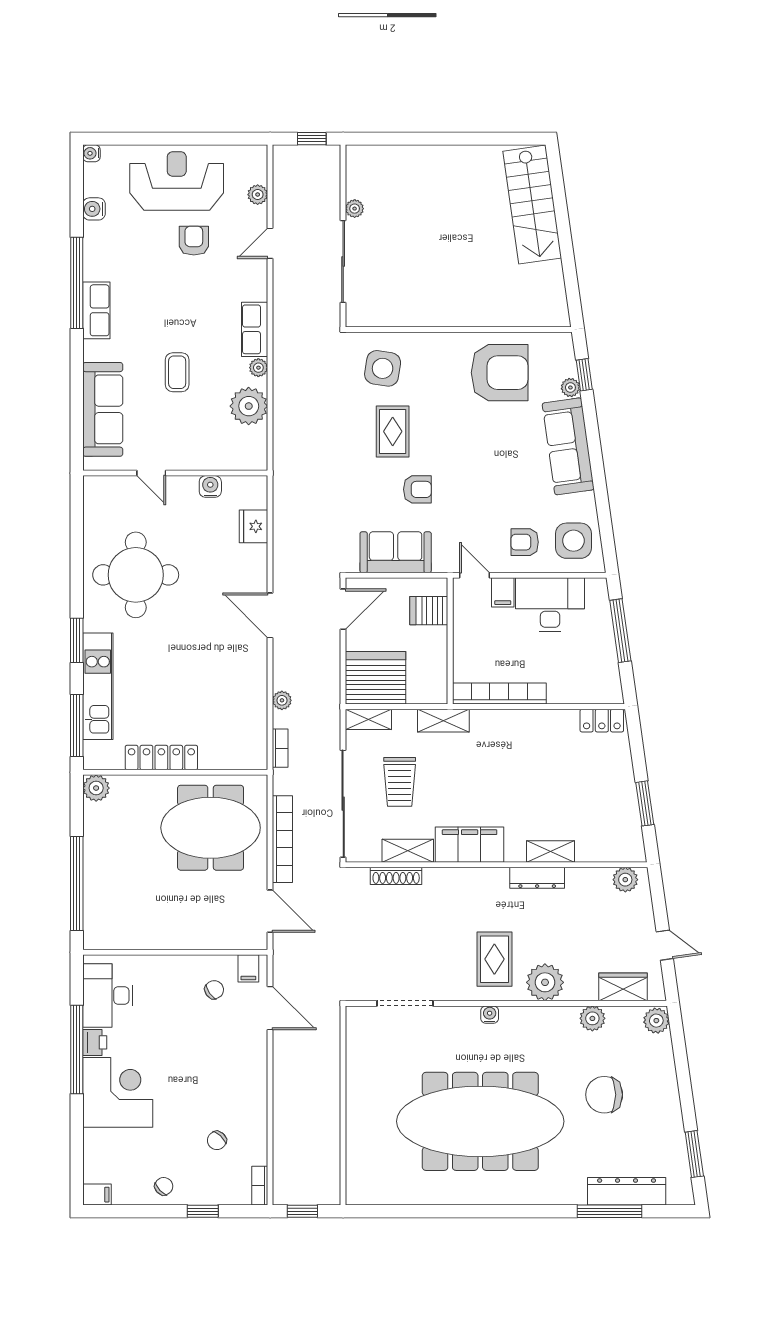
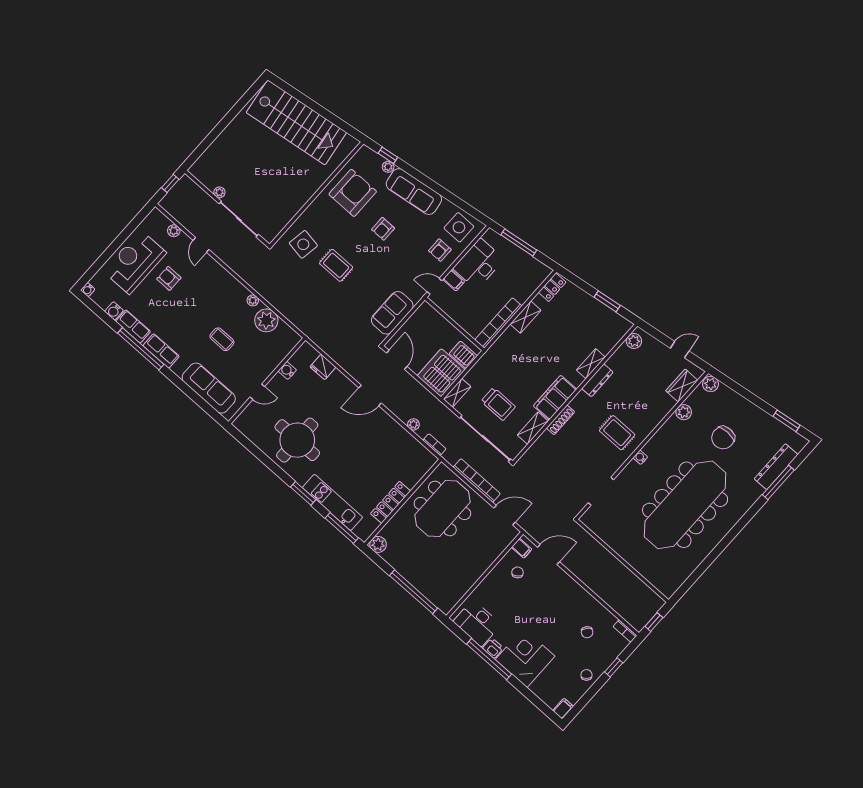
stairs: (532, 205) -> (296, 123), width x1.36, depth x1.51
row of seats: (255, 329) -> (133, 326), moved, turned 180
armchair: (417, 489) -> (383, 229), moved, turned 180
server rack: (429, 611) -> (463, 355), moved, turned 90
shelving: (443, 721) -> (526, 317), moved
shoe rack: (396, 876) -> (561, 420), moved
plant: (545, 982) -> (648, 419), removed

